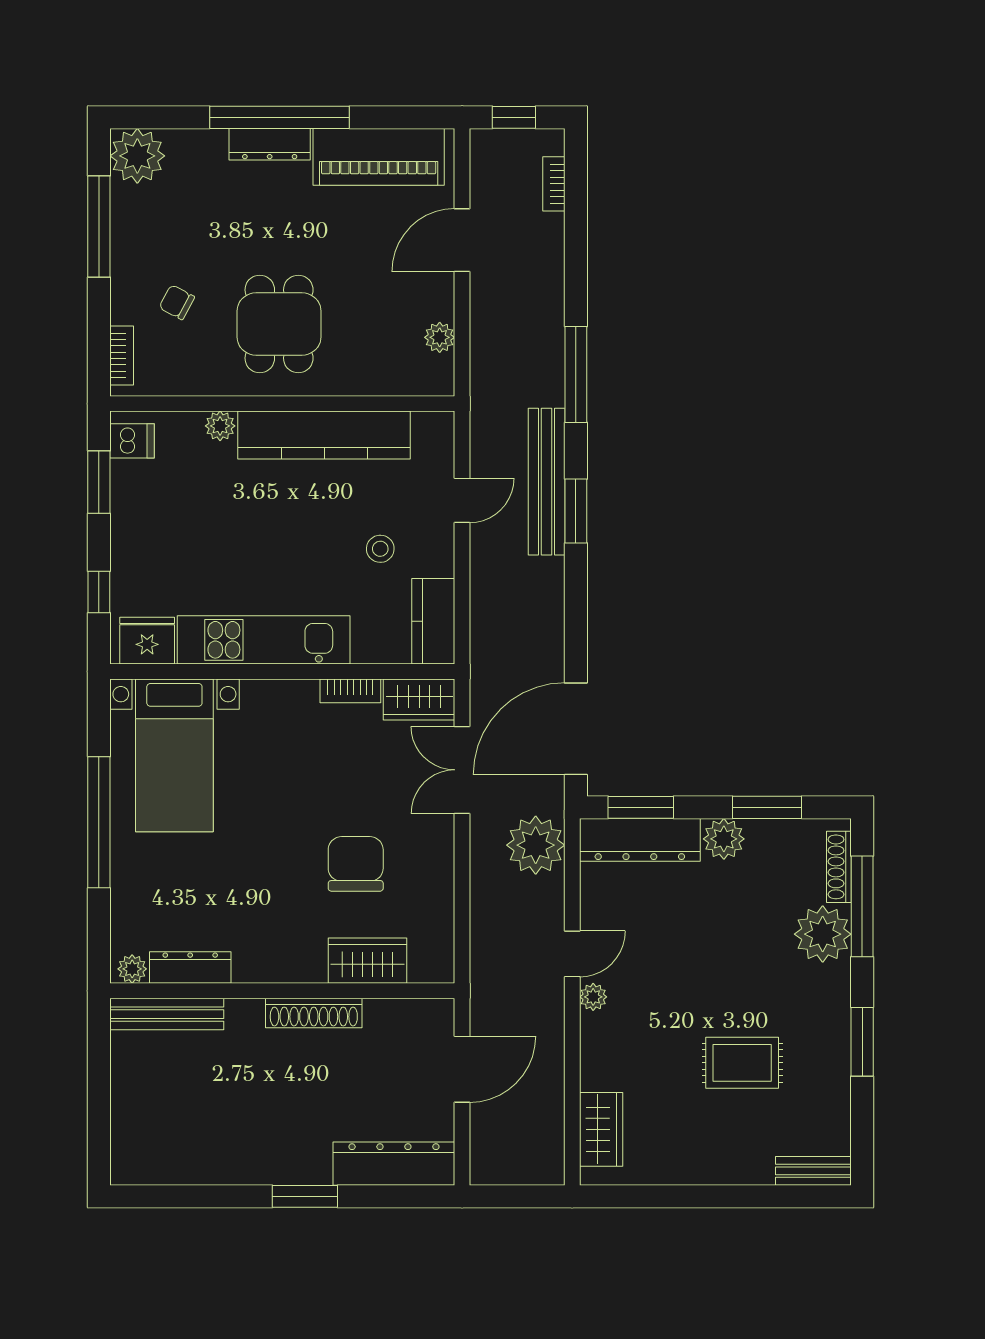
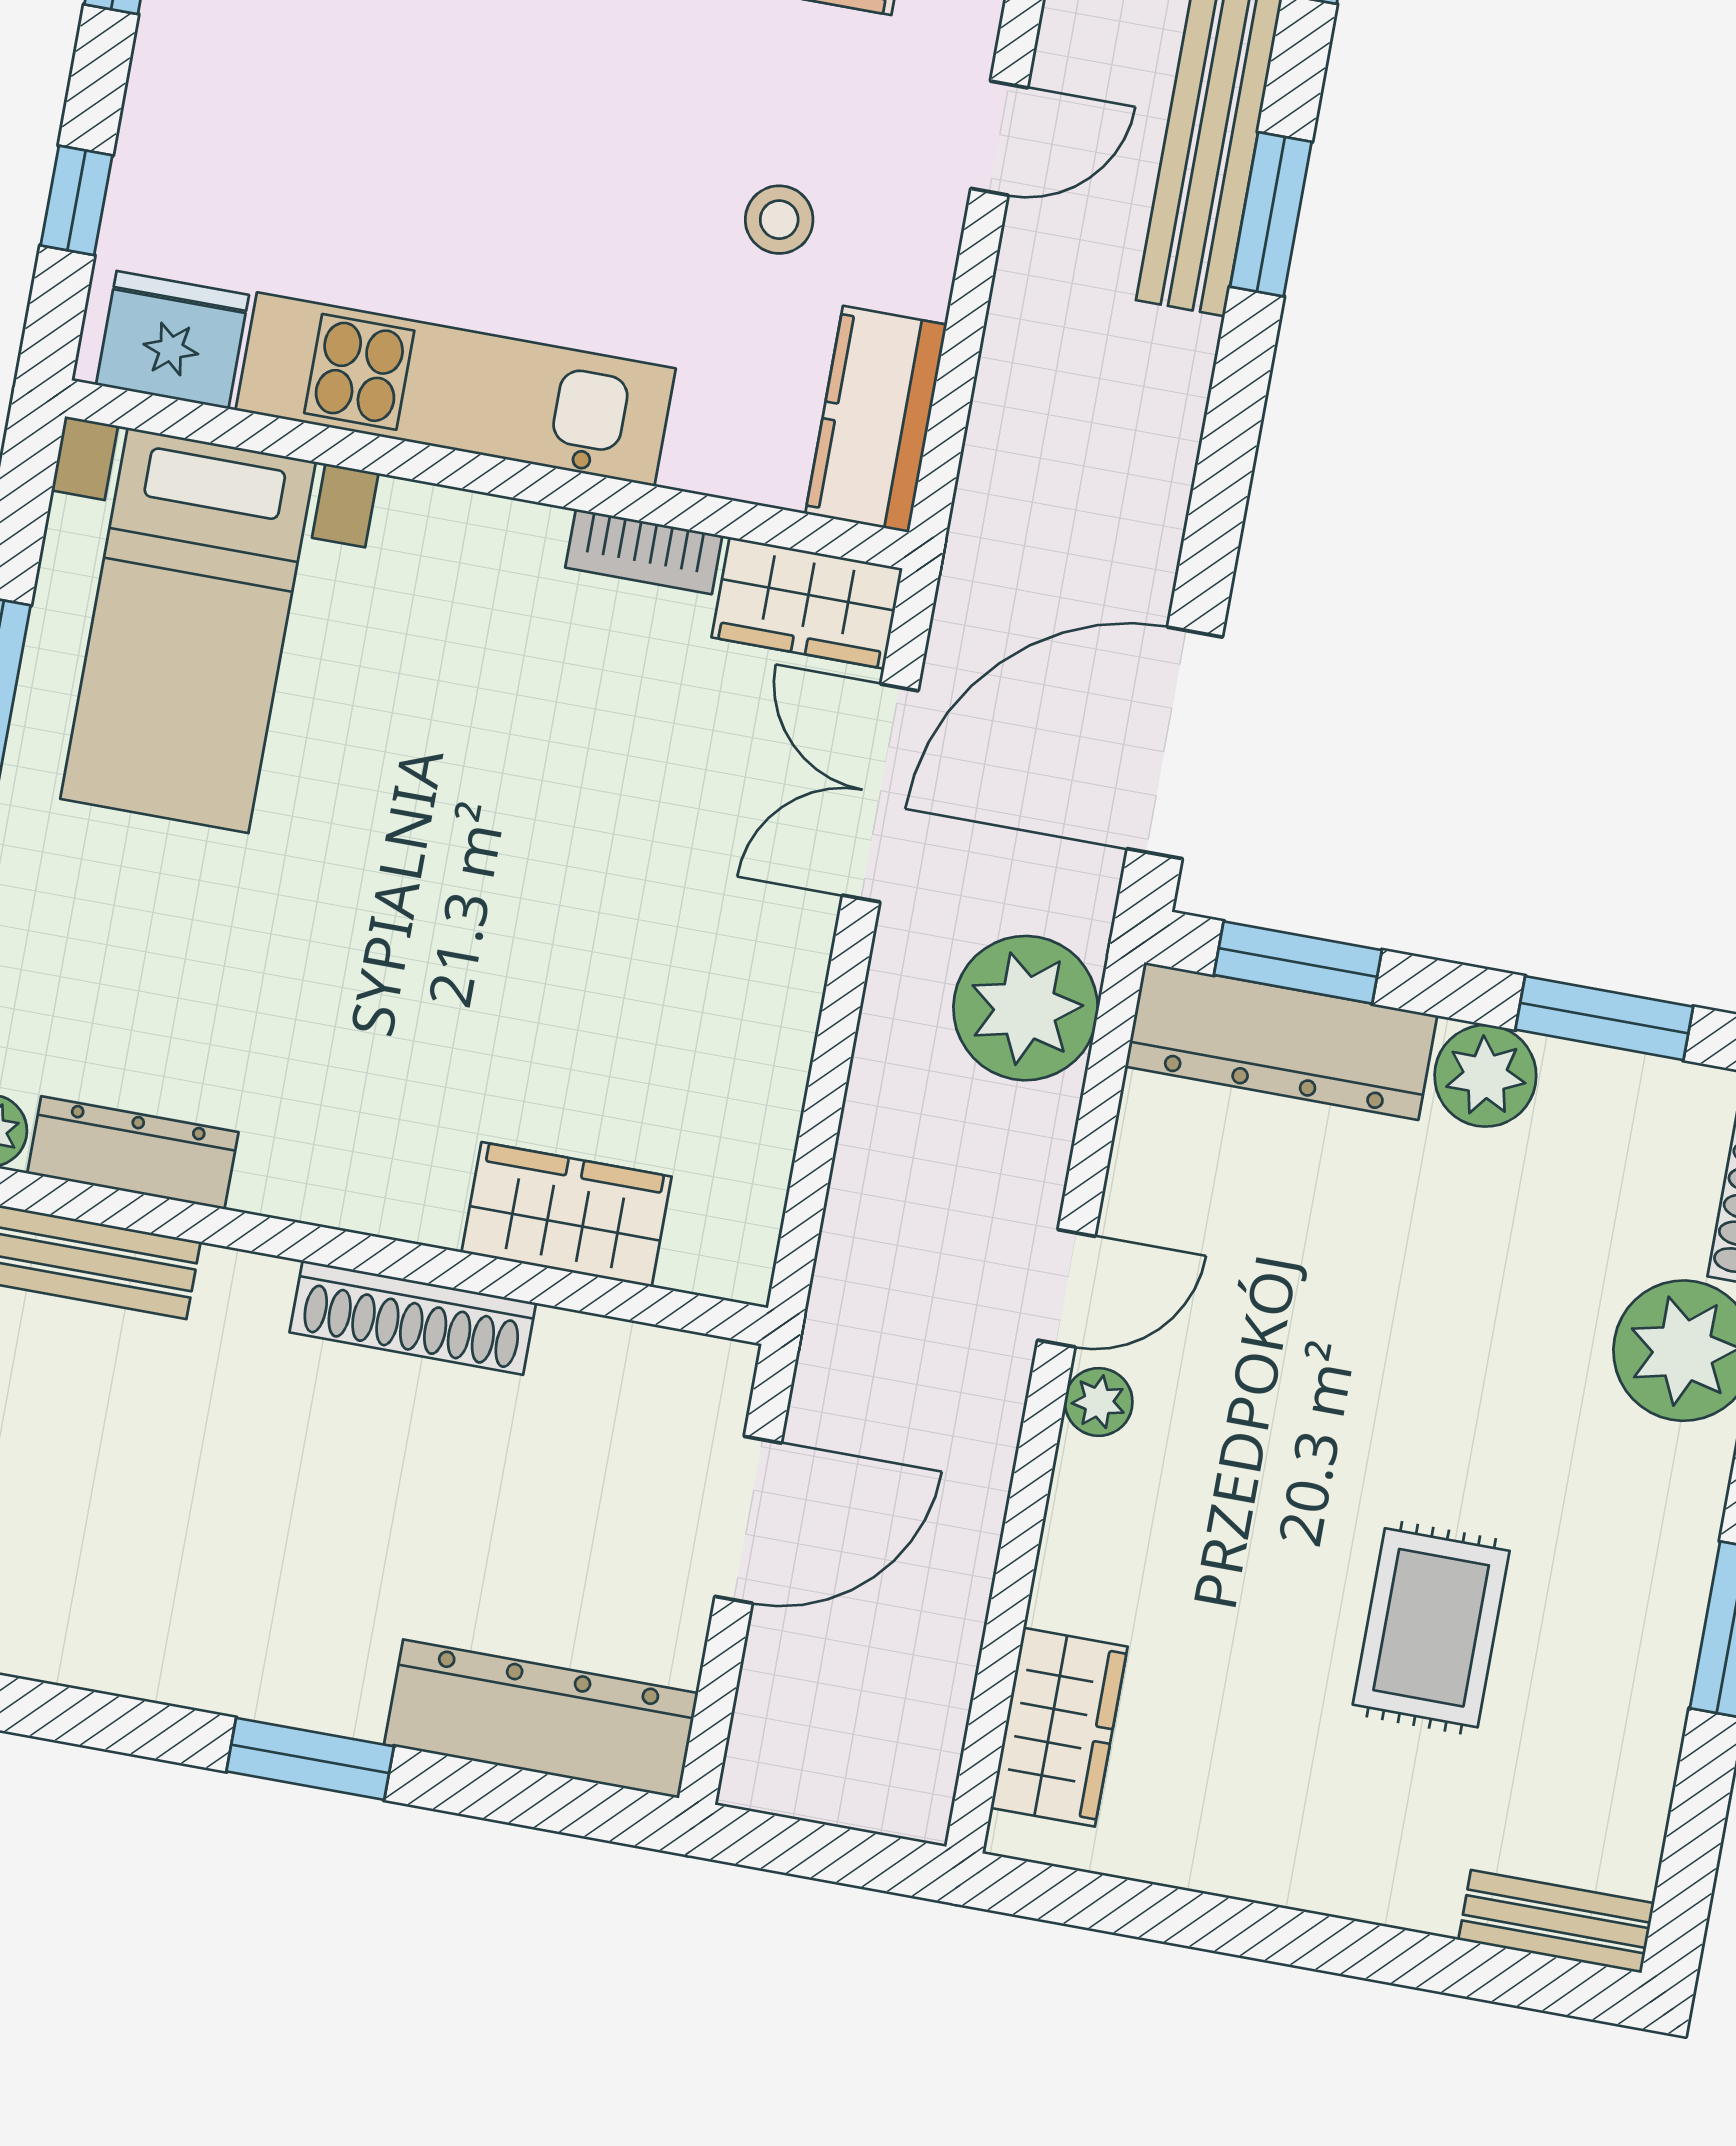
chair: (356, 864) -> (580, 974), removed
rug: (742, 1063) -> (1431, 1628), turned 90

